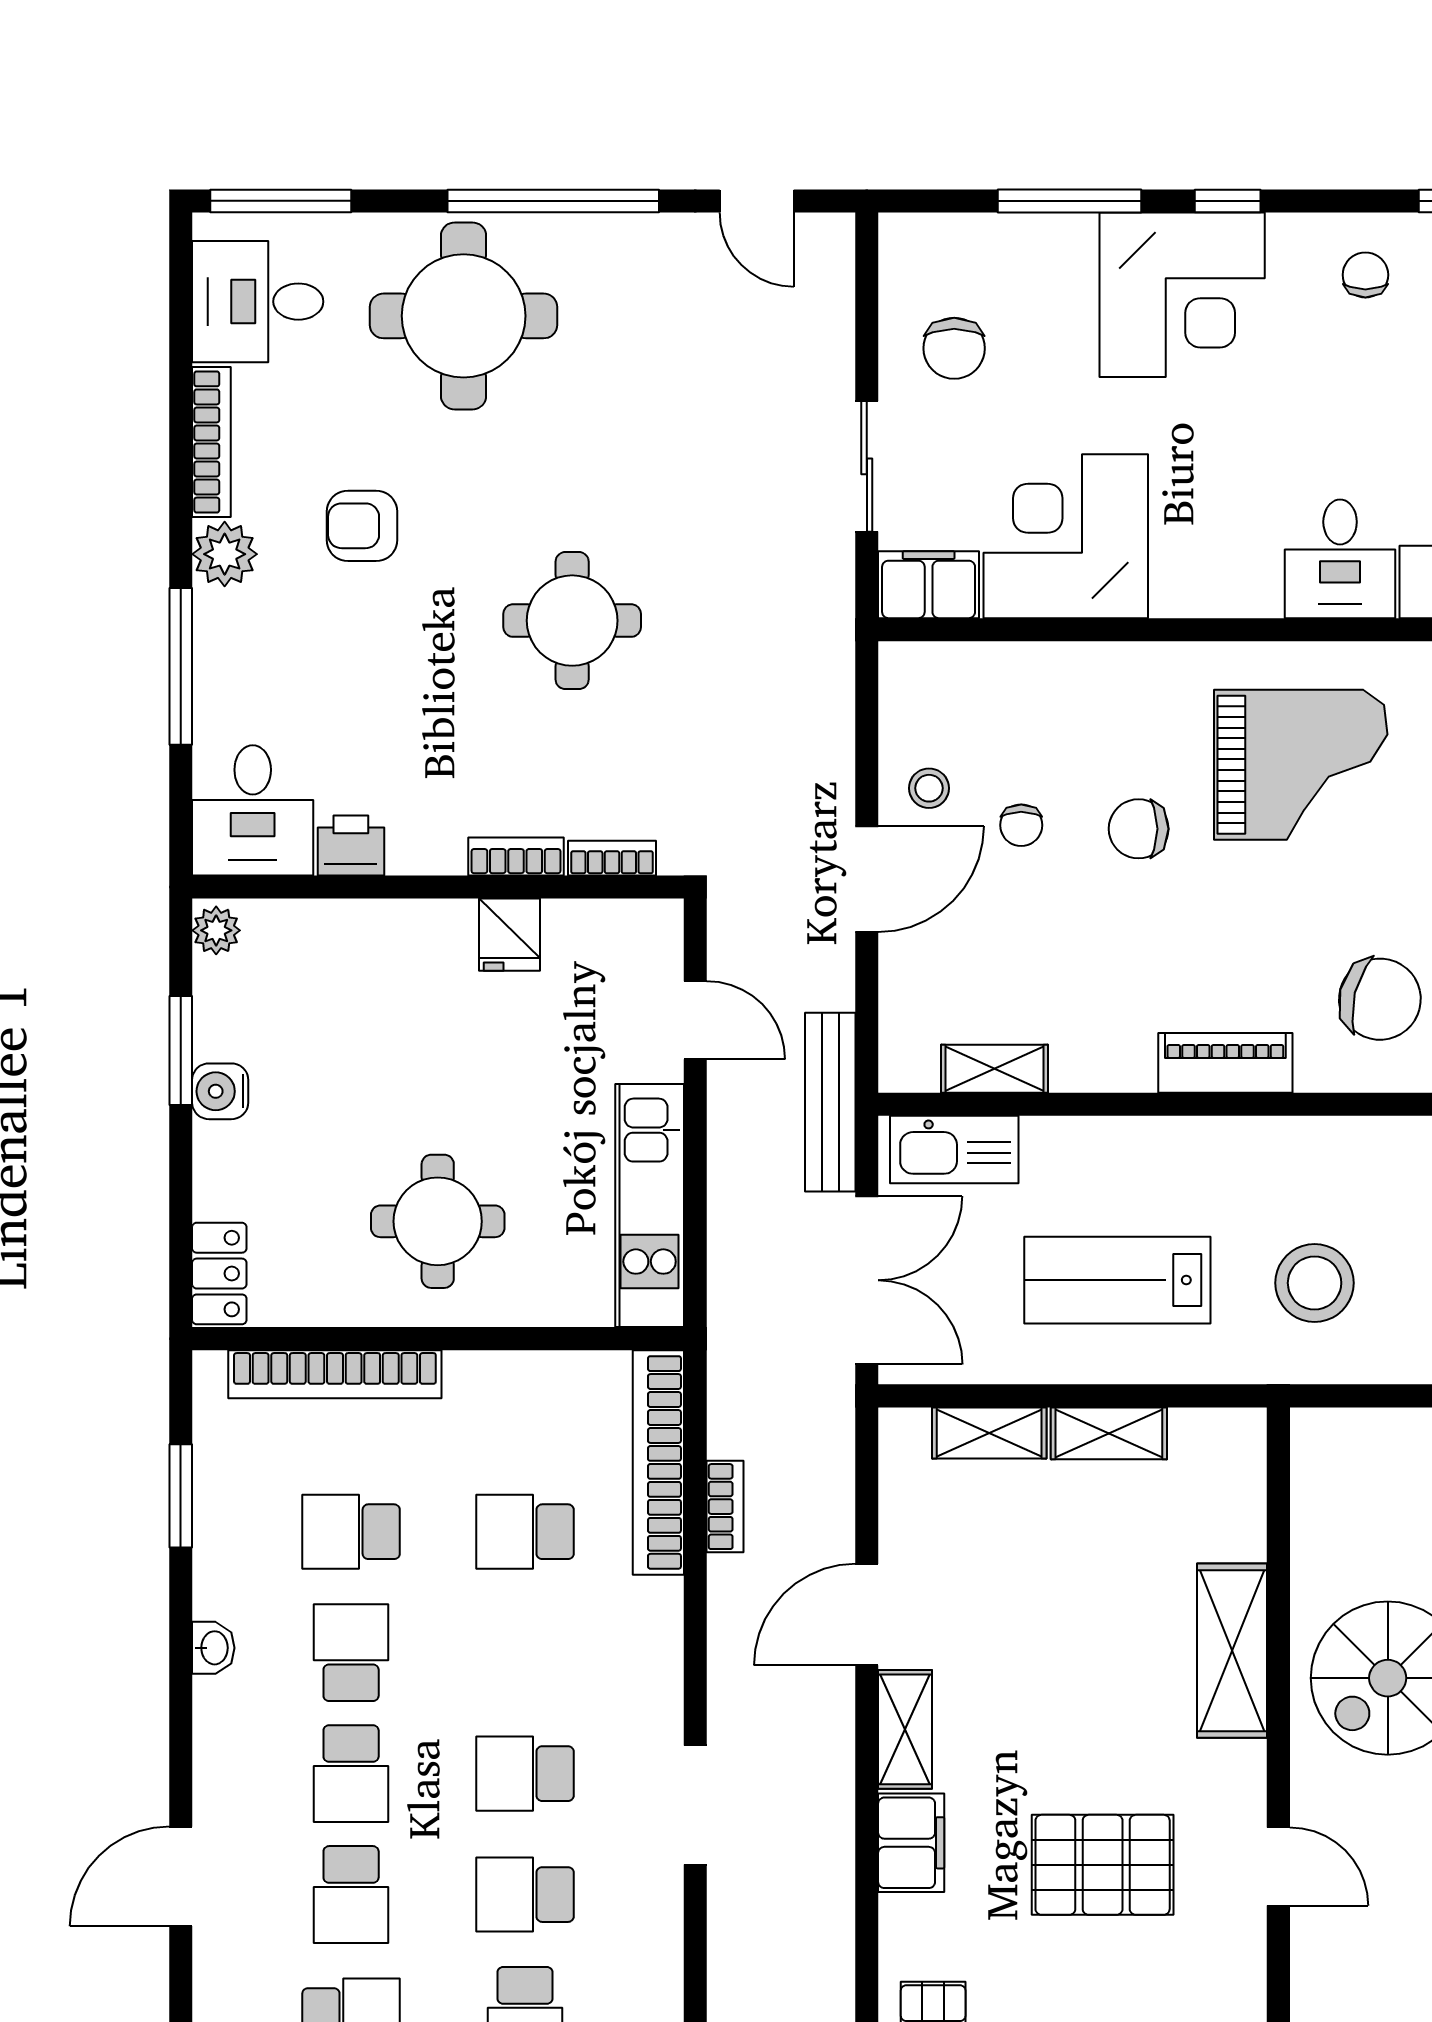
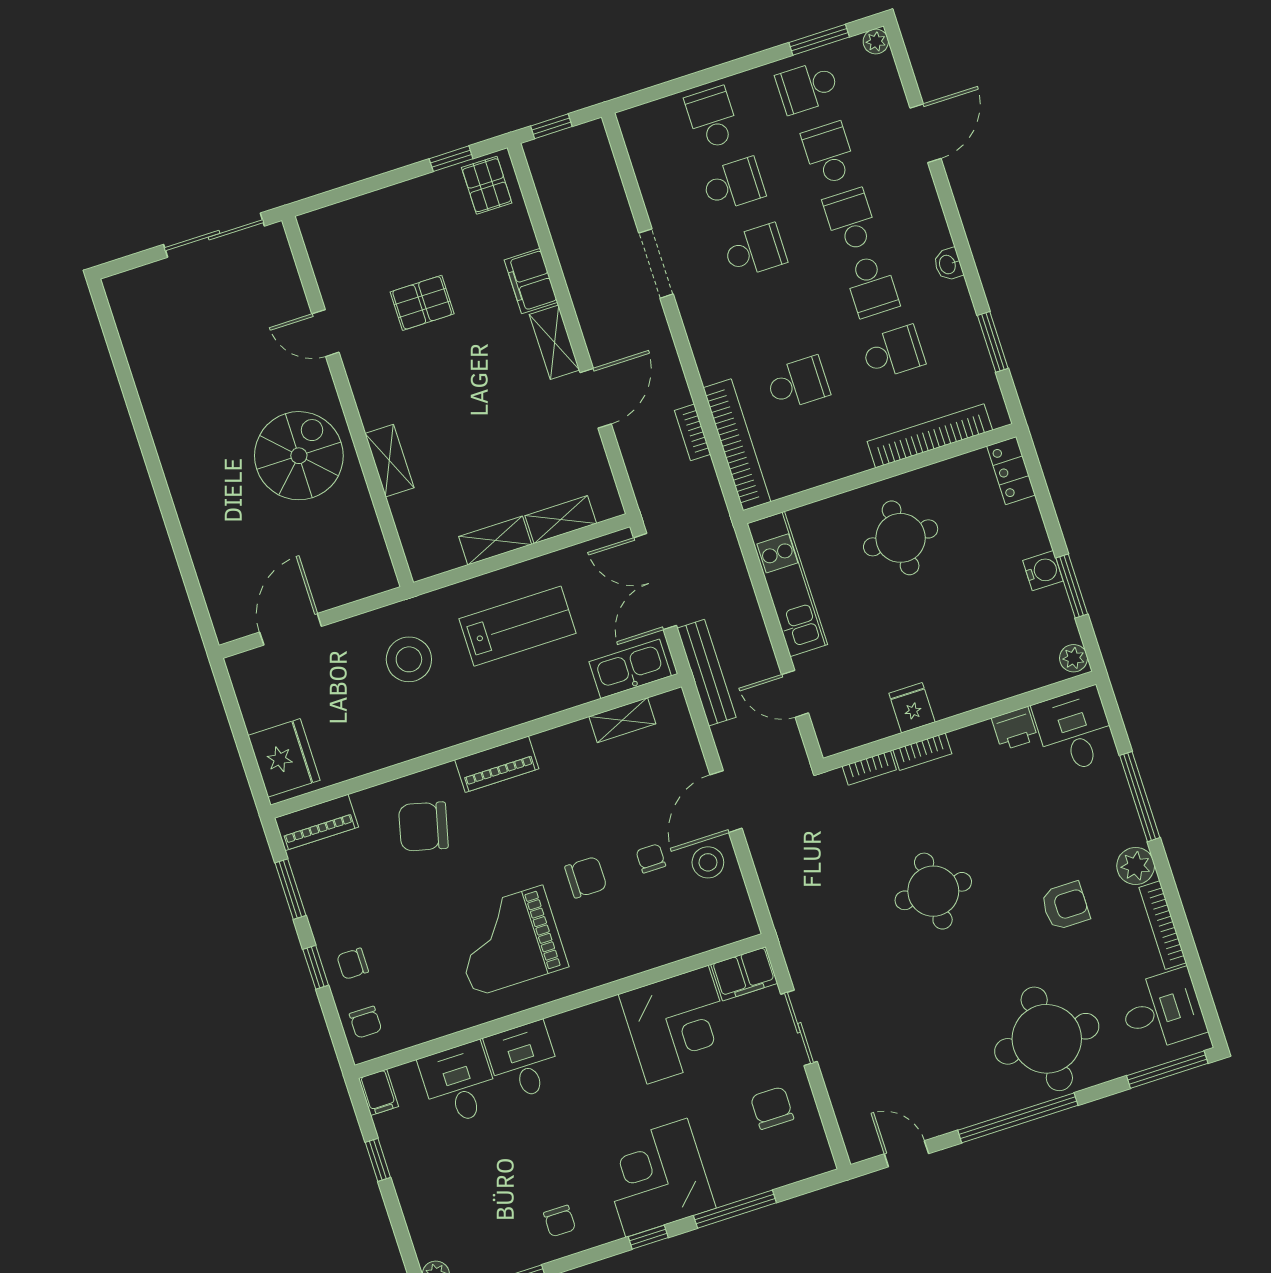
stool: (929, 788) -> (708, 862), width x1.37, depth x1.37
shelving: (1232, 1651) -> (389, 461), width x0.67, depth x0.75
pallet: (1103, 1865) -> (422, 303), width x0.67, depth x0.71

